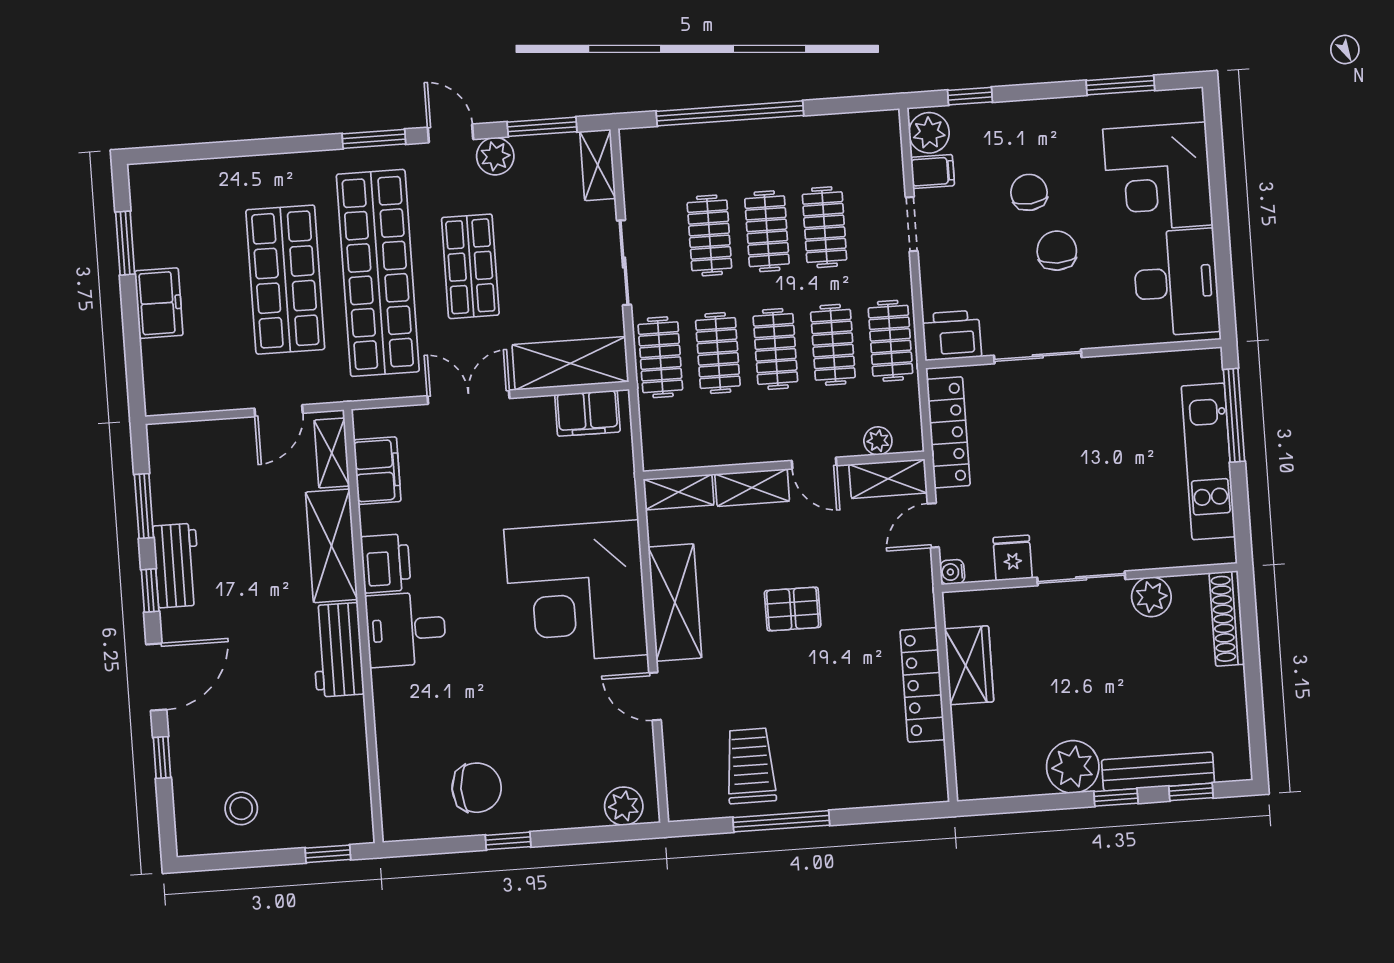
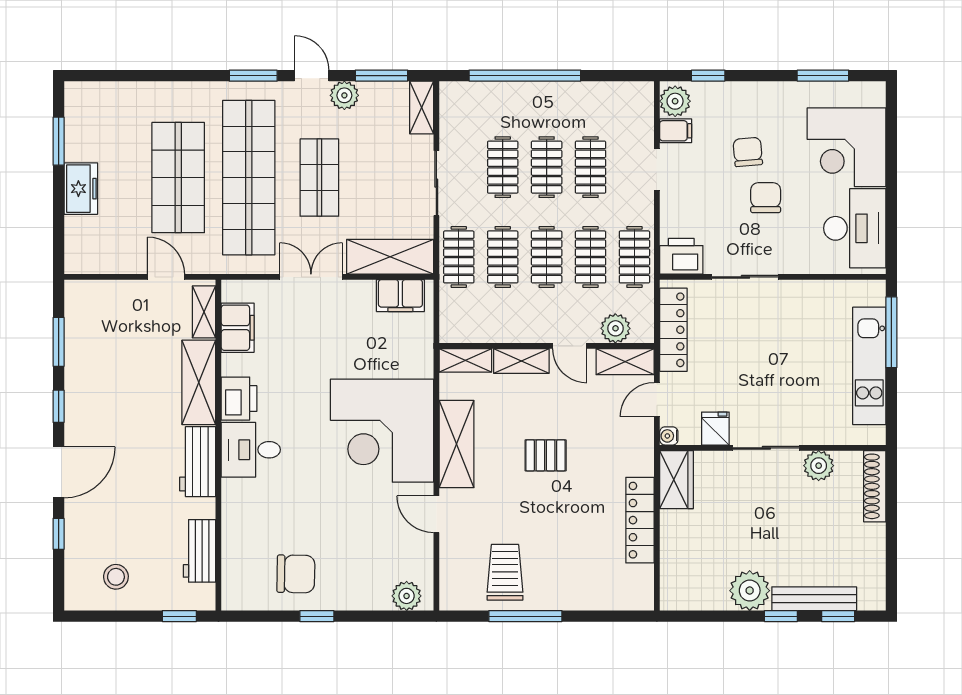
door: (279, 411) -> (166, 277), swing flipped
plant: (878, 441) -> (615, 328), width x1.38, depth x1.38
workbench: (177, 566) -> (200, 551), moved, turned 180
wardrobe: (969, 665) -> (676, 480), moved

